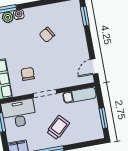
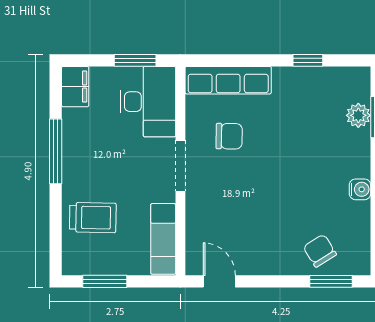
water cooler: (19, 15) -> (360, 189), moved
chair: (47, 35) -> (320, 251), moved
trolley: (58, 127) -> (93, 218), moved, turned -46

